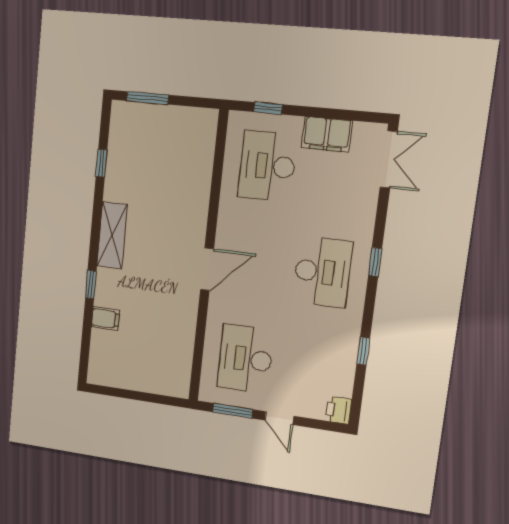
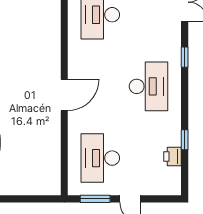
window: (375, 262) -> (185, 57), moved
printer: (338, 410) -> (172, 156), moved

